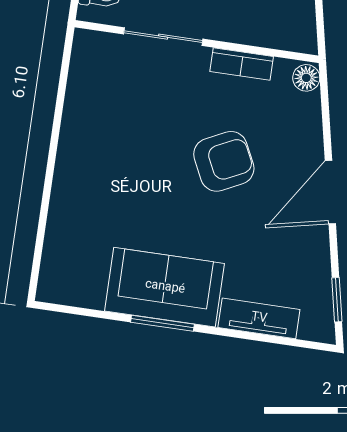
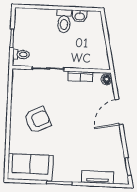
armchair: (224, 161) -> (37, 120), moved
door: (330, 192) -> (119, 112), moved
sofa: (165, 287) -> (30, 167), moved

